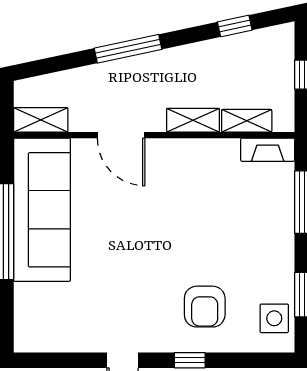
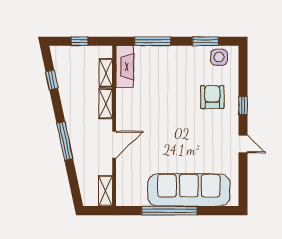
fireplace: (268, 150) -> (125, 67), width x1.37, depth x1.32
sofa: (42, 210) -> (189, 190), moved
armchair: (205, 307) -> (212, 97), turned -90

